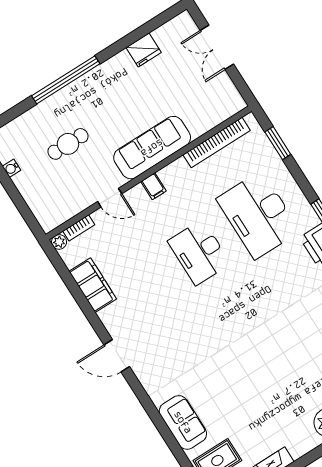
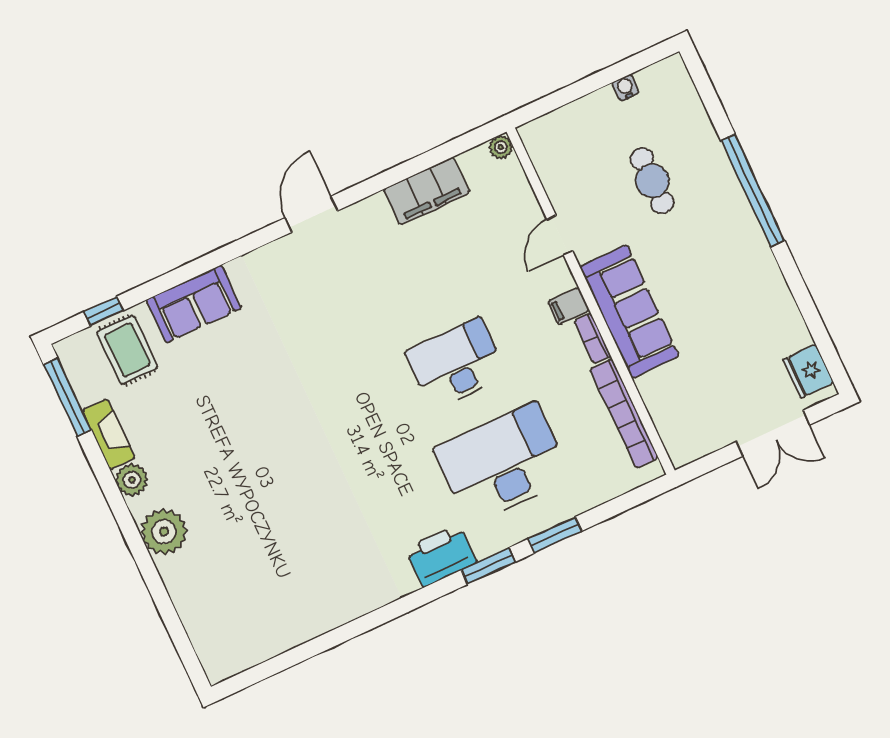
double door: (217, 47) -> (773, 433), swing flipped
fridge: (144, 50) -> (808, 371), moved
window: (278, 143) -> (555, 535), moved
bookcase: (79, 228) -> (592, 338), moved
plant: (299, 447) -> (132, 480), added

